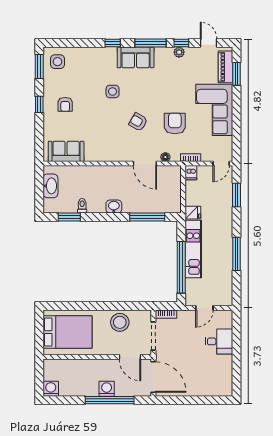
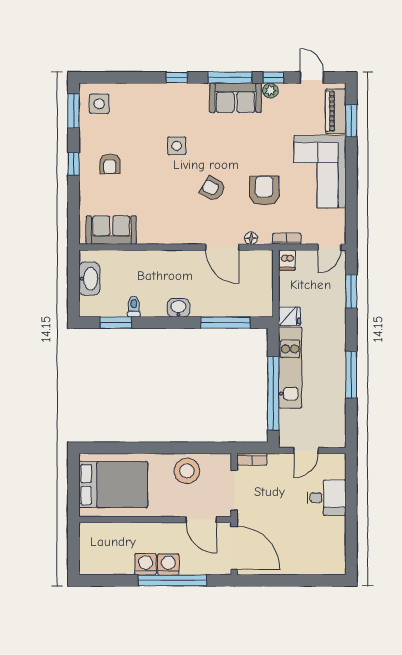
sofa: (136, 57) -> (235, 98), moved
washing machine: (51, 389) -> (145, 564), moved

